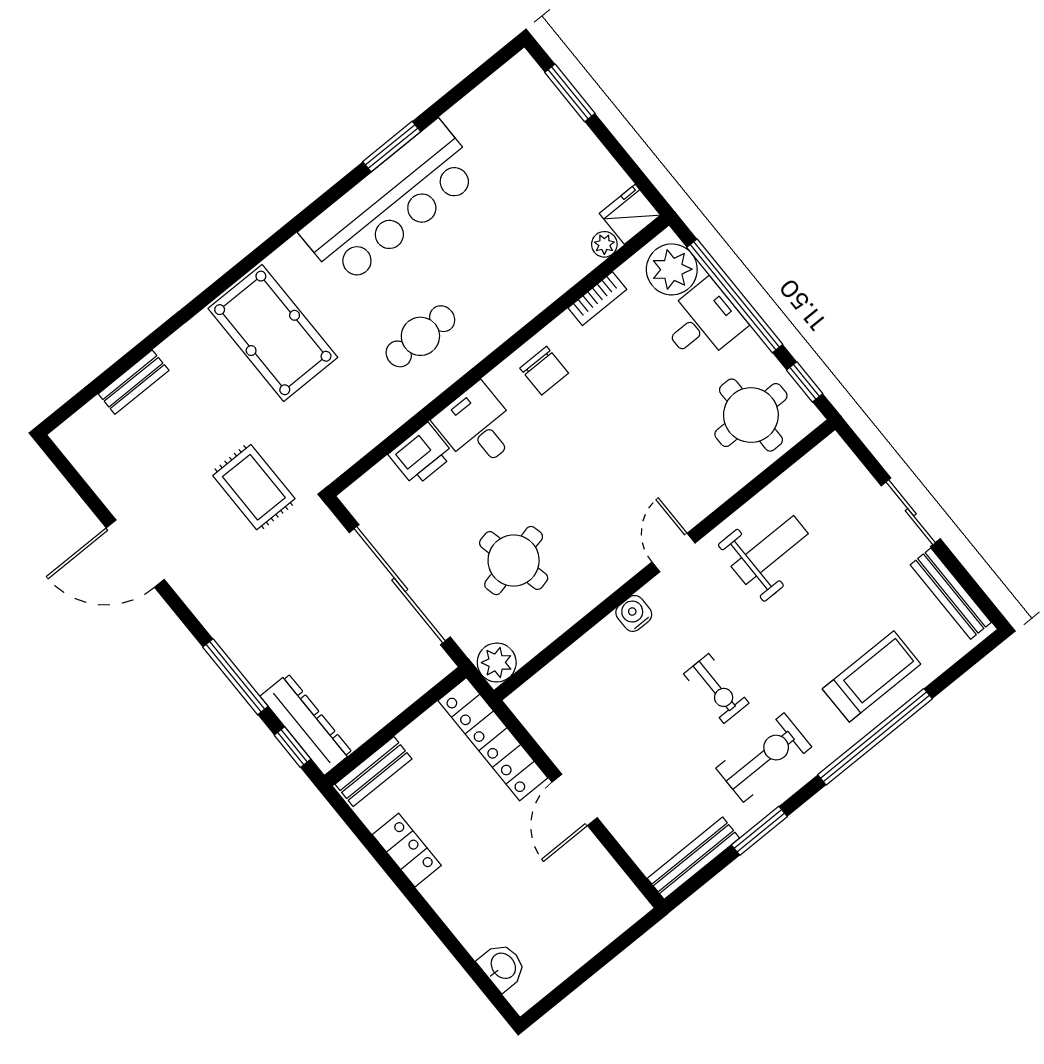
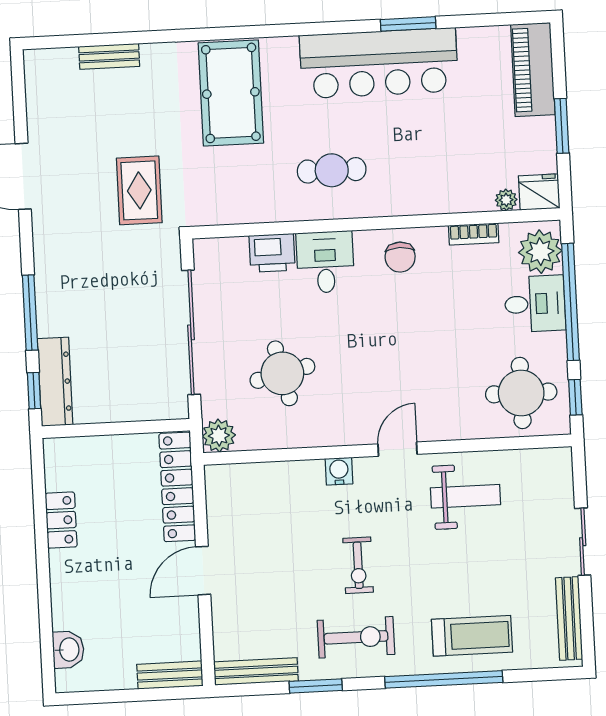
window: (570, 93) -> (562, 126), moved
piano: (540, 104) -> (533, 70), added
bench: (373, 772) -> (170, 675), moved

